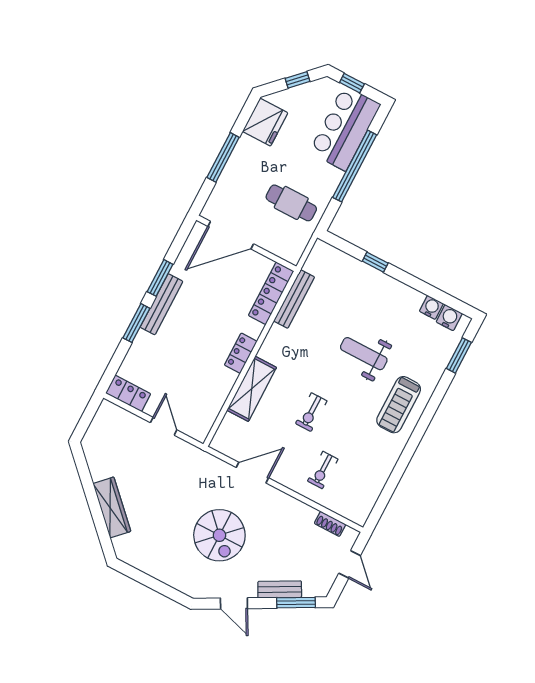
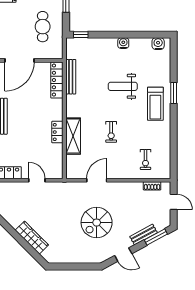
cafe table: (291, 203) -> (43, 27), turned 90
window: (375, 262) -> (81, 35), moved
water cooler: (431, 307) -> (123, 43), moved
locker: (241, 353) -> (57, 132), moved
window: (459, 355) -> (174, 93), moved
exercise bike: (323, 470) -> (146, 159), moved
spiral stairs: (219, 535) -> (97, 223), turned 90

